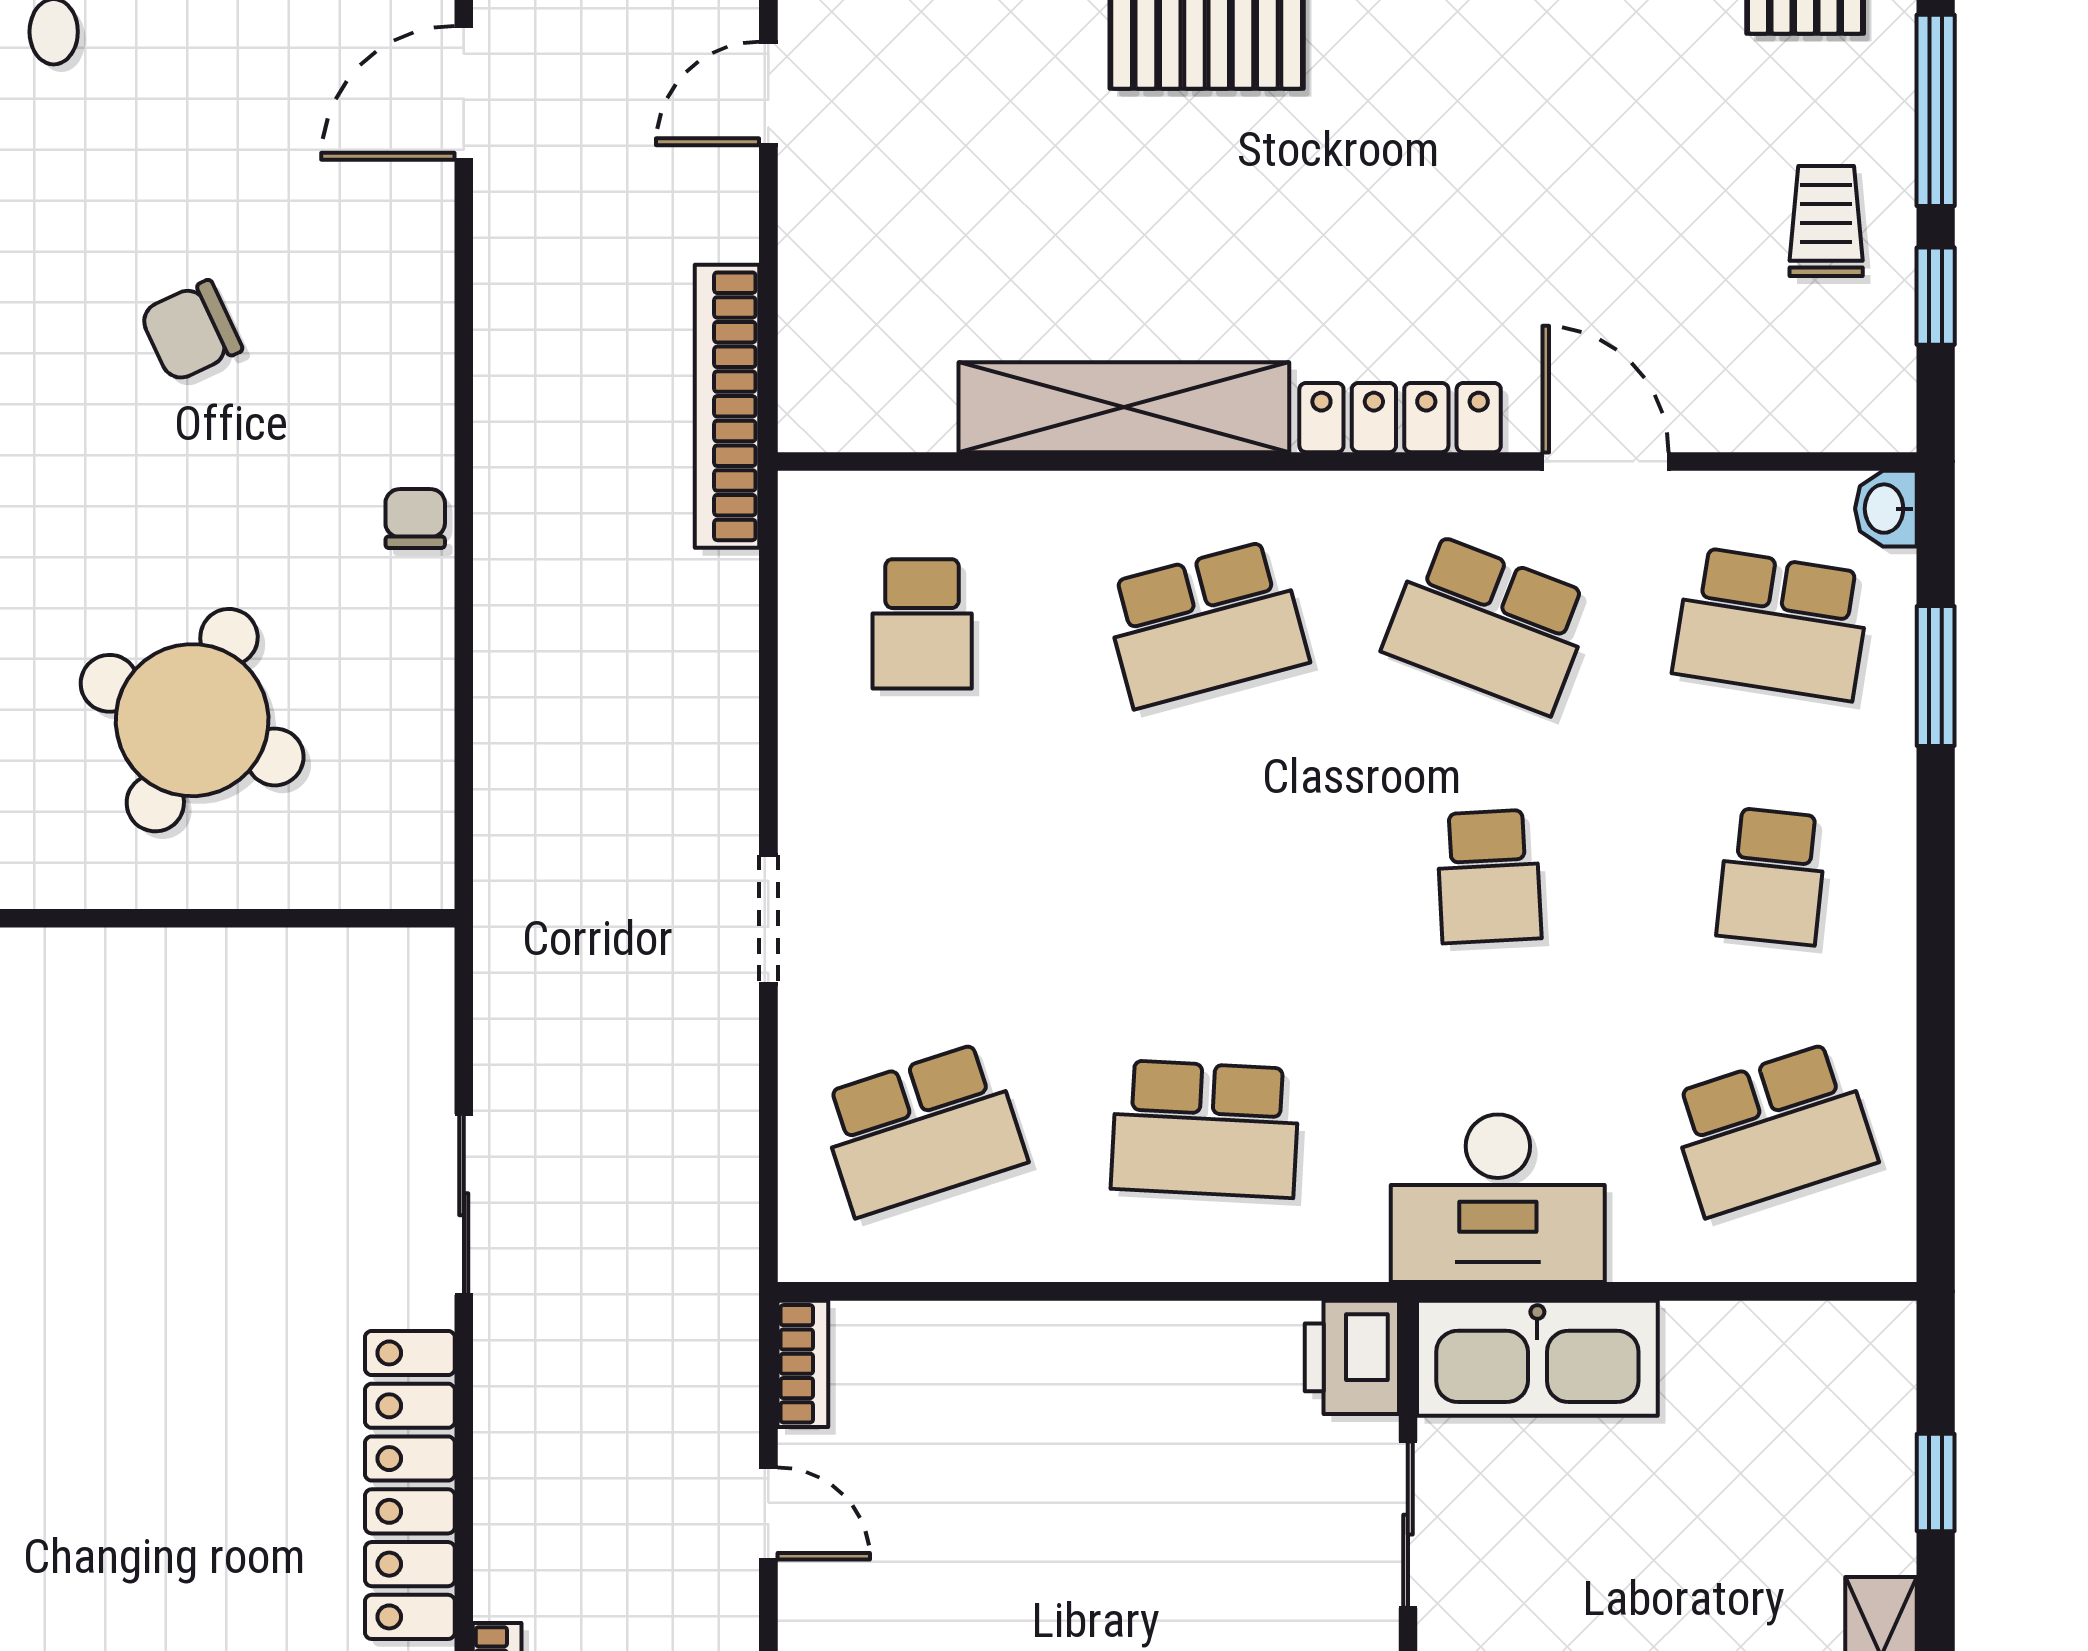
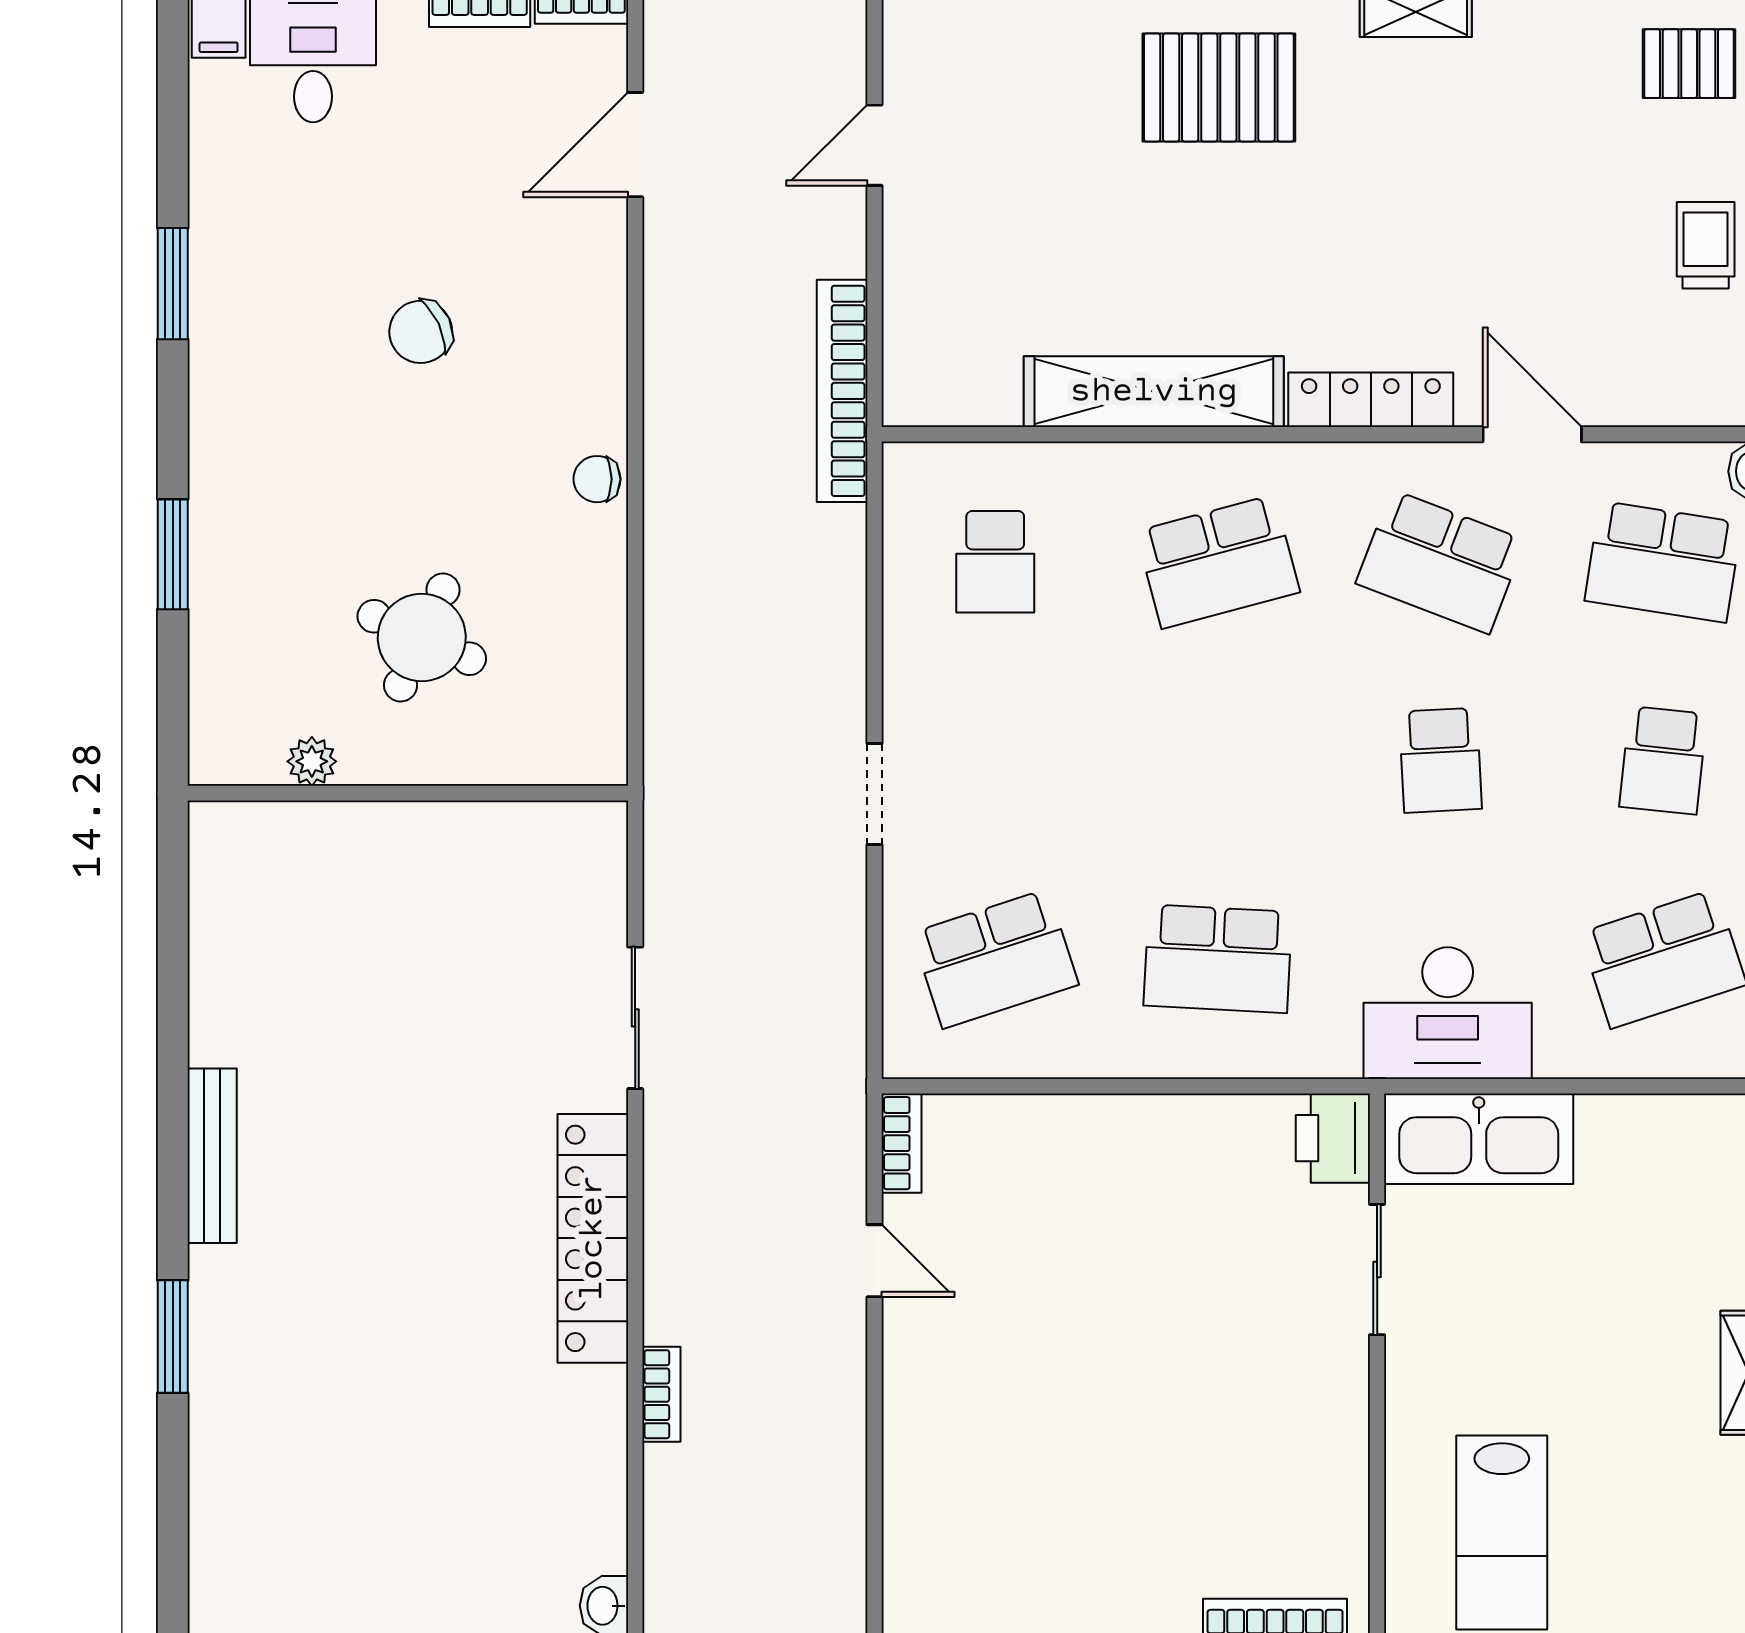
chair: (415, 519) -> (597, 479), turned -90
round table: (192, 720) -> (422, 637), width x0.73, depth x0.73
plant: (52, 878) -> (312, 761), added

